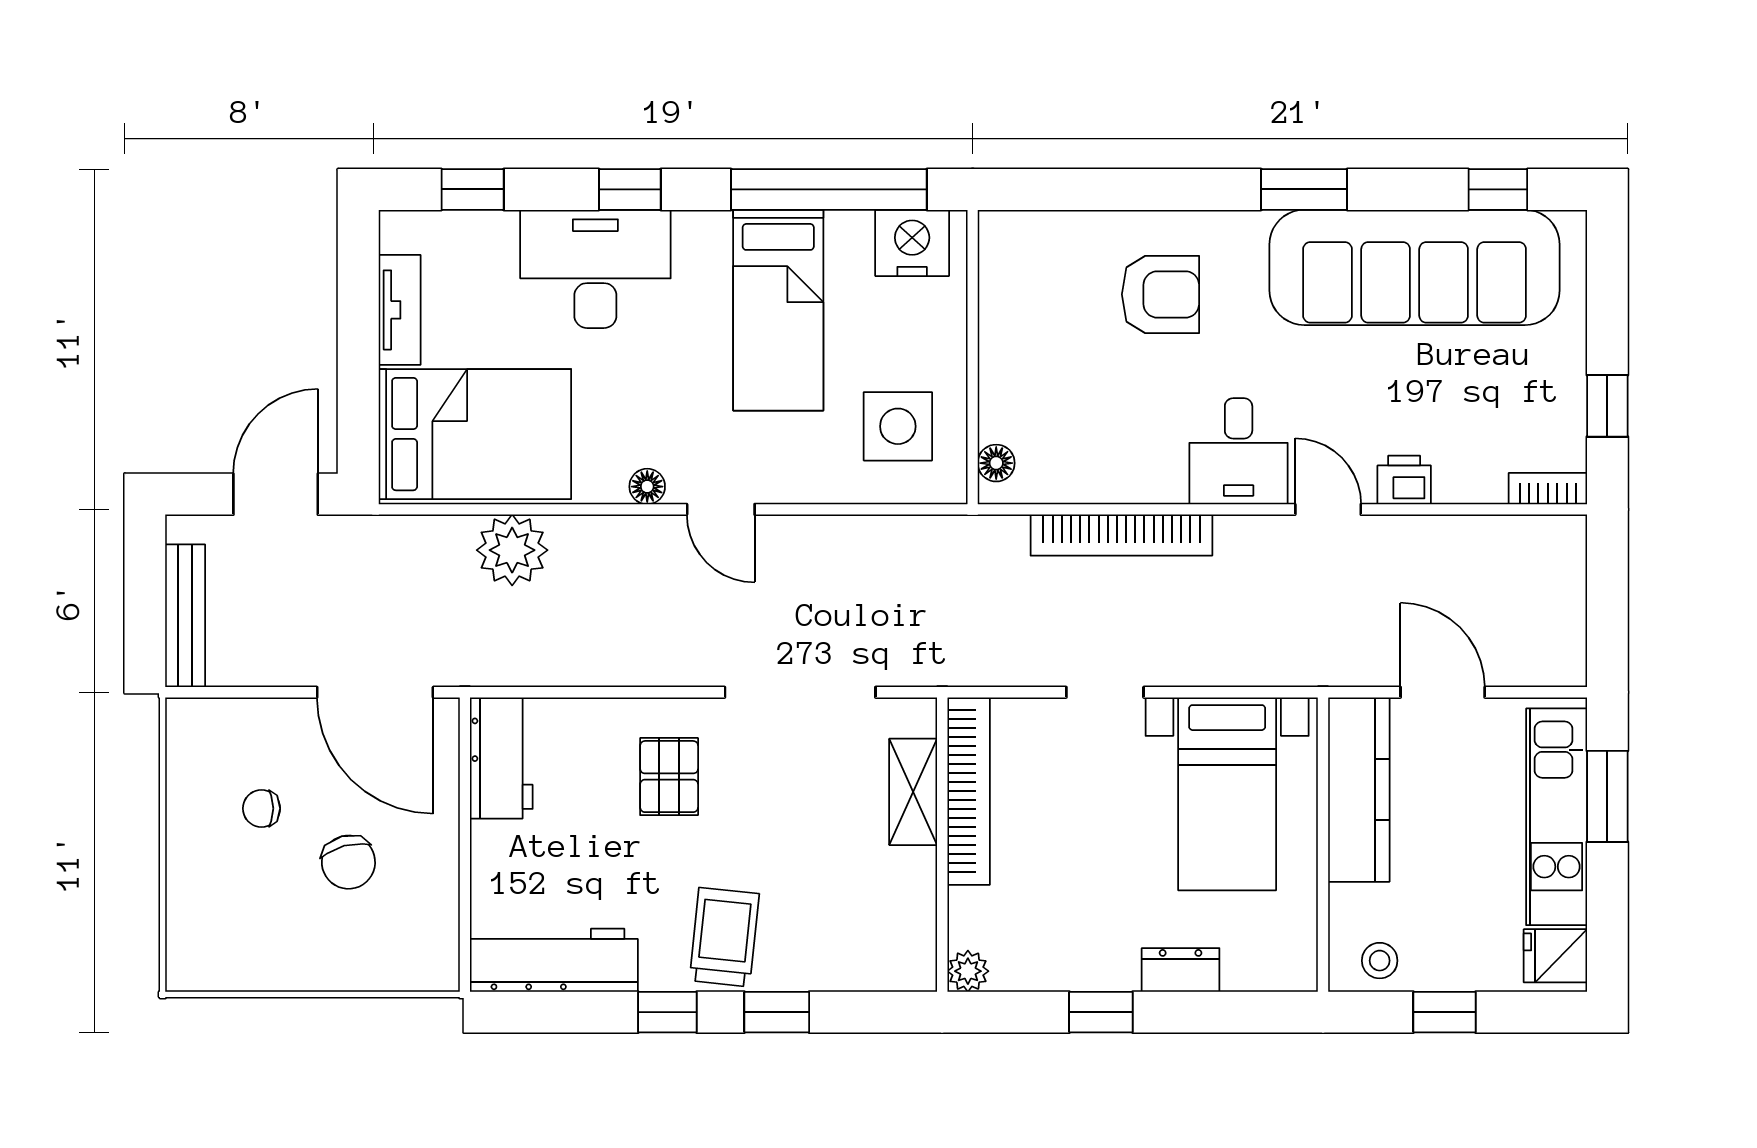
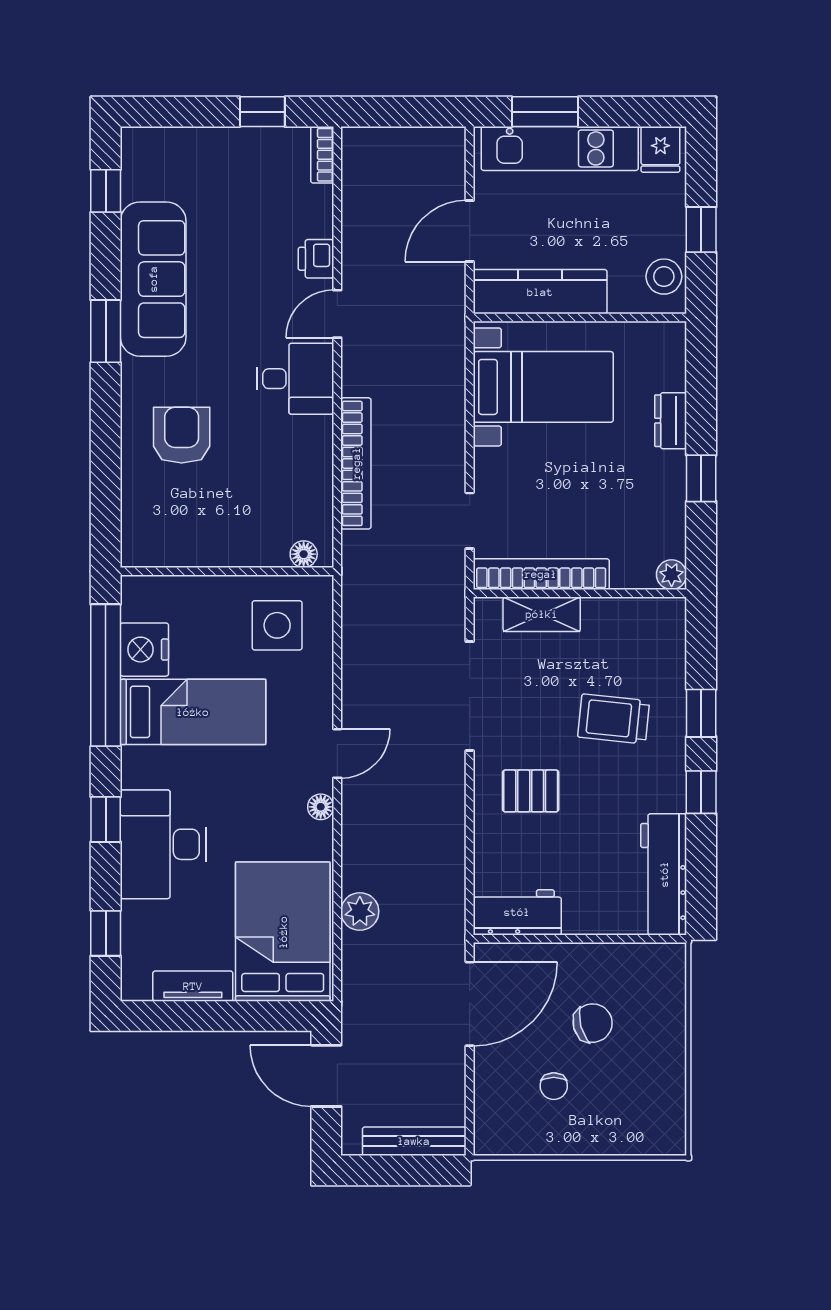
nightstand: (912, 243) -> (144, 650), moved
sofa: (1415, 267) -> (153, 279), width x0.74, depth x0.79
plant: (512, 550) -> (360, 911), width x0.73, depth x0.73
doorway: (1105, 692) -> (470, 521), moved
trolley: (724, 937) -> (614, 719), moved
stool: (1380, 961) -> (664, 277), width x1.37, depth x1.37

